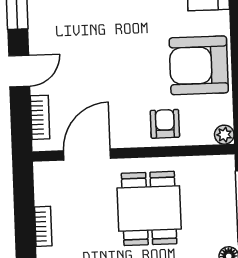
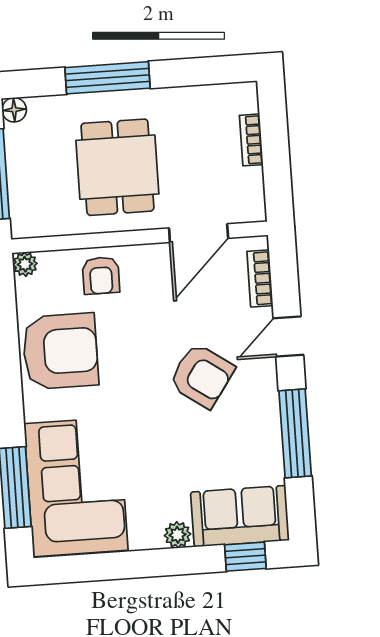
armchair: (88, 42) -> (202, 376), added

